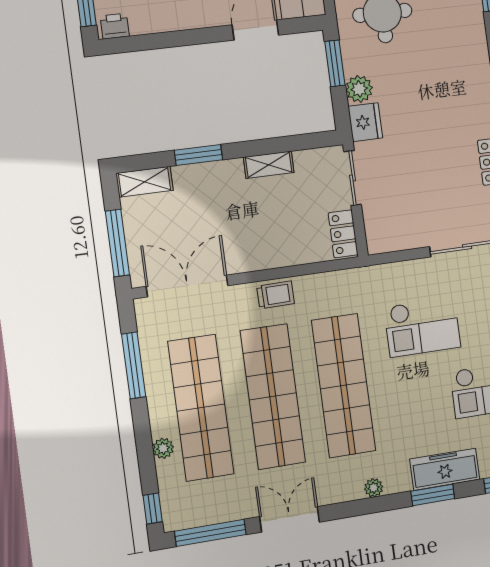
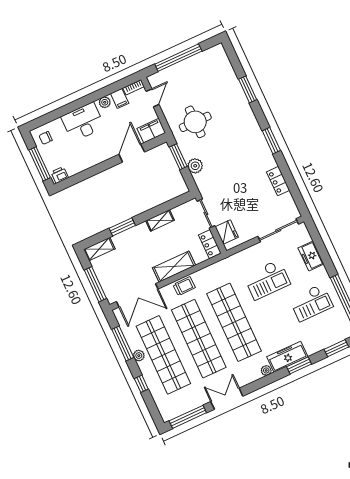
fridge: (365, 122) -> (227, 232), moved
shelving: (268, 254) -> (174, 267), added
double door: (187, 286) -> (137, 295), swing flipped
plant: (163, 448) -> (139, 356), moved
freezer: (445, 469) -> (287, 357), moved
window: (153, 508) -> (141, 384), moved

